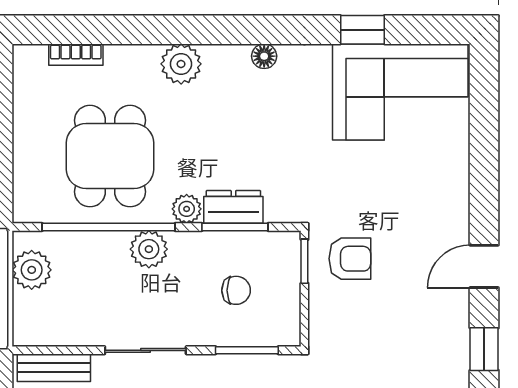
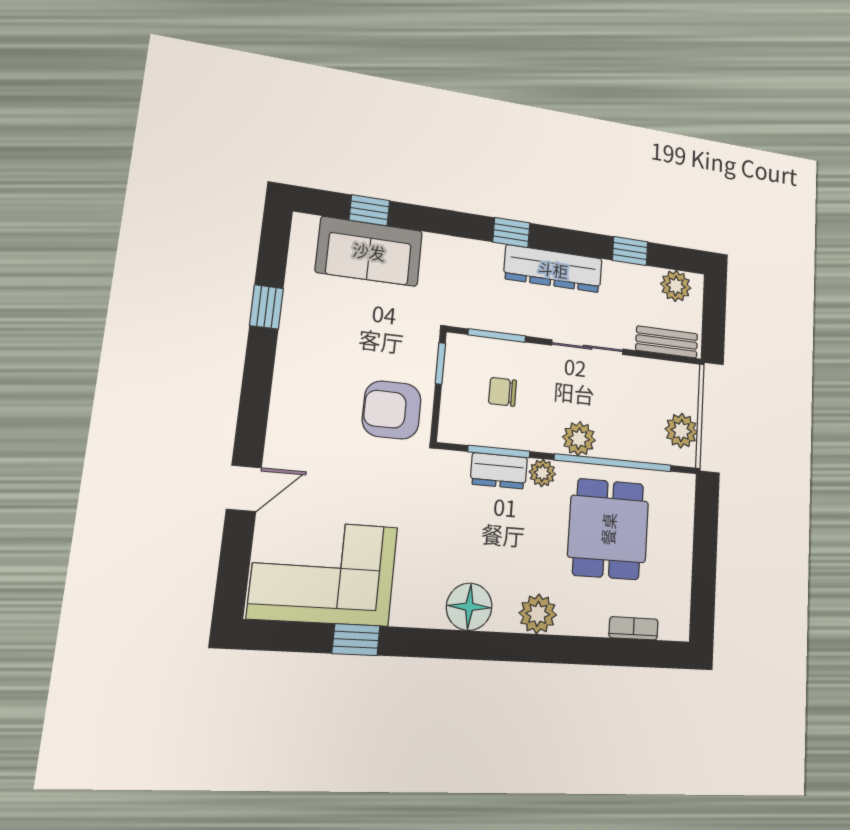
floor lamp: (264, 56) -> (469, 607), width x1.89, depth x1.89
armchair: (350, 259) -> (392, 410), width x1.38, depth x1.38
window: (304, 261) -> (440, 363), moved
door: (484, 266) -> (244, 488), moved

